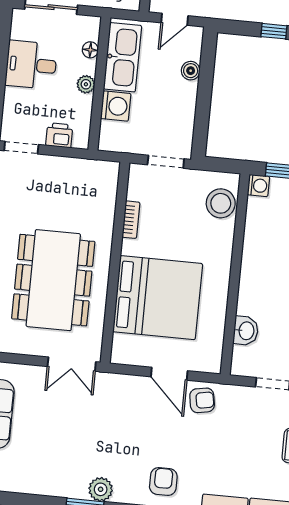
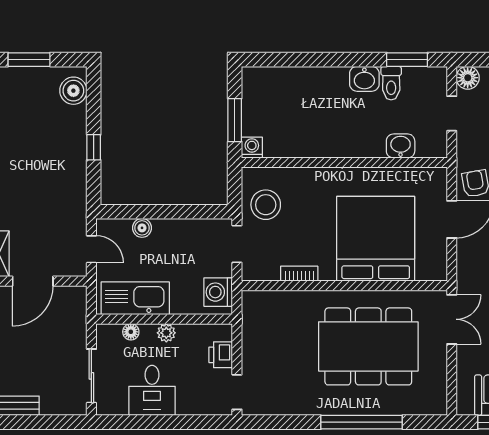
washing machine: (116, 106) -> (218, 292), moved, turned -90
stool: (221, 203) -> (266, 205), moved

